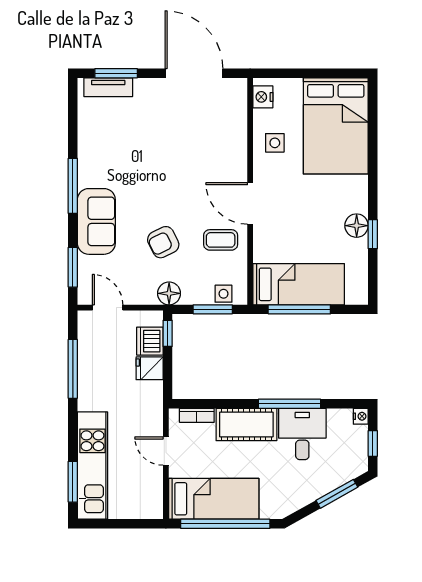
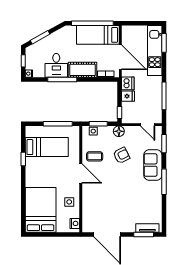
floor lamp: (357, 226) -> (31, 163), removed
bed: (299, 284) -> (47, 147), moved, turned 180
dishwasher: (150, 341) -> (128, 83), moved
door: (166, 451) -> (120, 57), width x1.87

